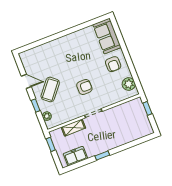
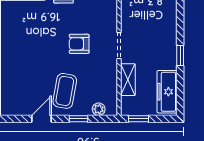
armchair: (84, 87) -> (79, 44), turned -90
coffee table: (50, 90) -> (65, 91), turned 61
freezer: (75, 156) -> (167, 92), width x1.40

